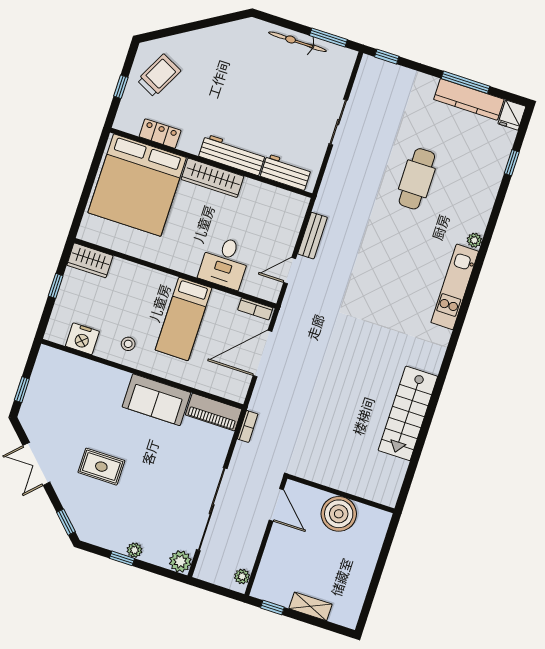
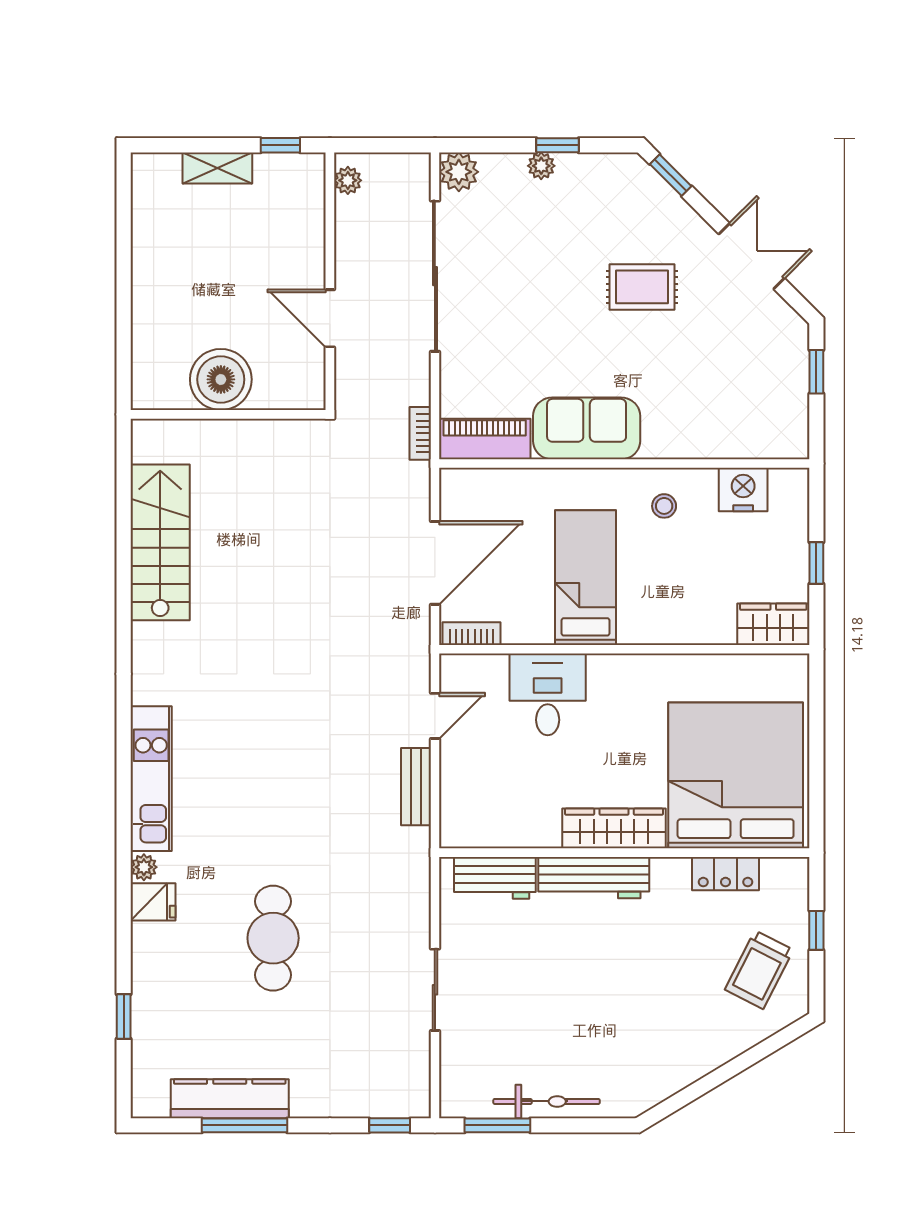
fridge: (512, 115) -> (153, 902), moved, turned 90
wall: (341, 494) -> (228, 414), moved
boiler: (339, 514) -> (221, 379), moved

